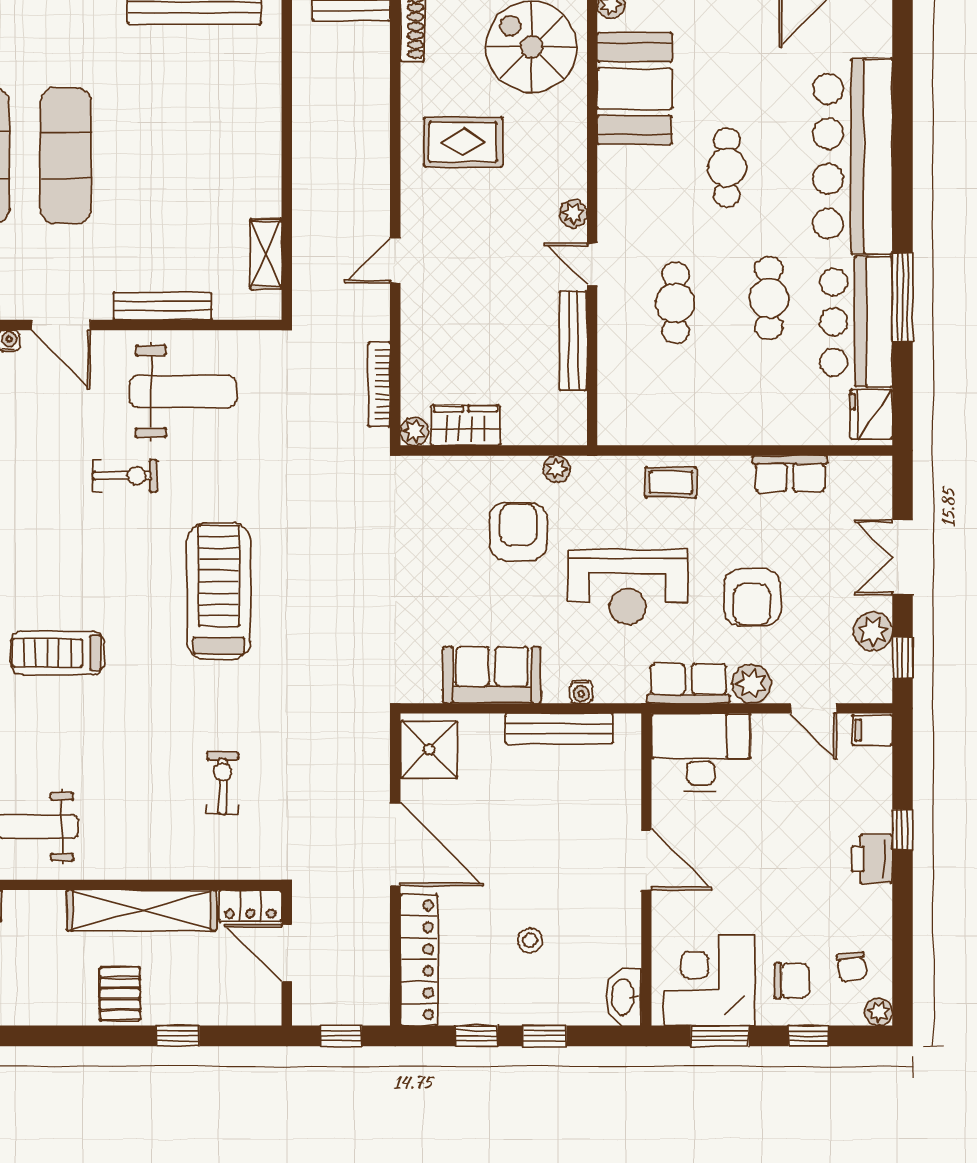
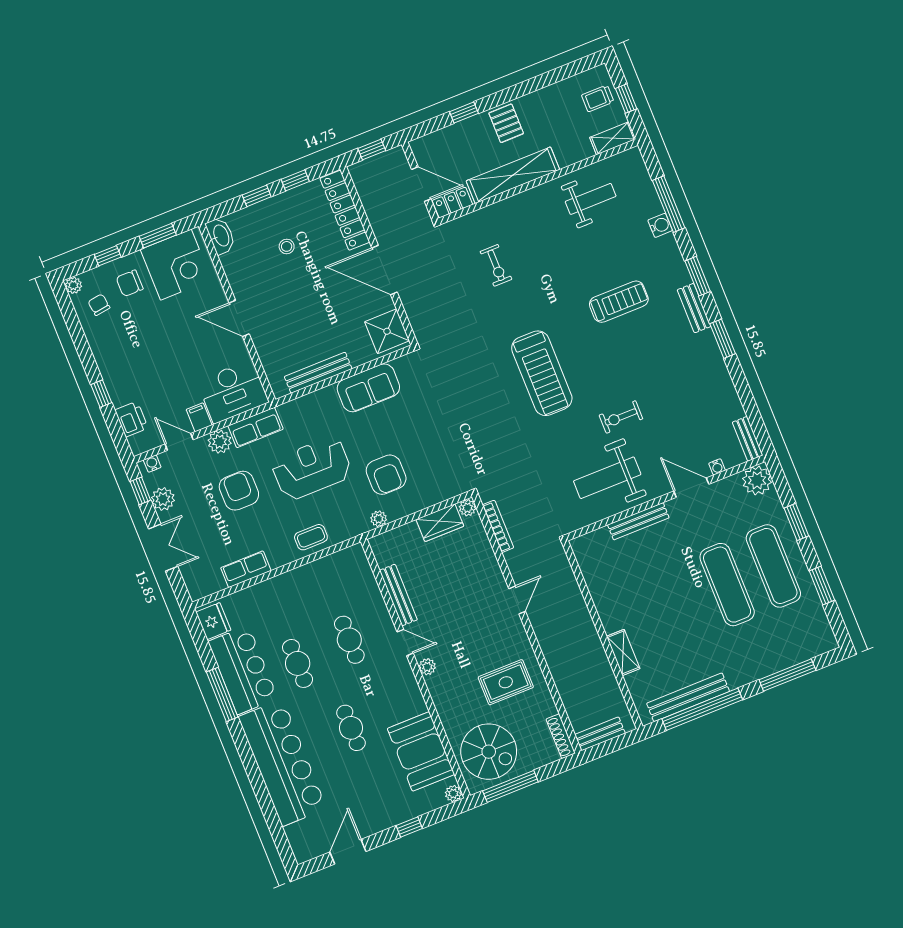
shelving: (266, 254) -> (623, 652), moved
water cooler: (581, 692) -> (152, 464), moved
filing cabinet: (872, 730) -> (199, 417), moved, turned -90
printer: (872, 859) -> (131, 419), moved

